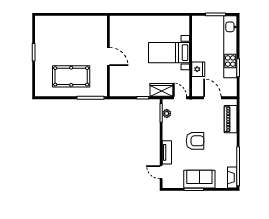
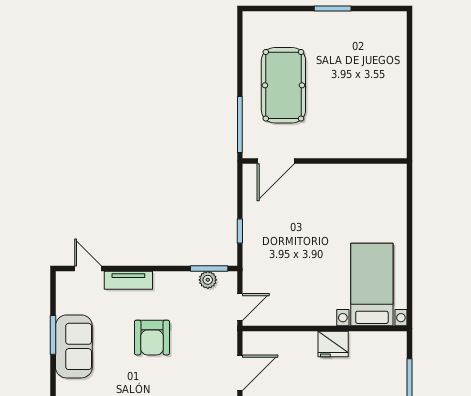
bed with nightstands: (169, 53) -> (372, 285), moved
door: (108, 57) -> (276, 161), moved
fridge: (198, 69) -> (333, 344), moved
wardrobe: (161, 90) -> (256, 269), removed
door: (161, 172) -> (88, 268), hinge flipped

